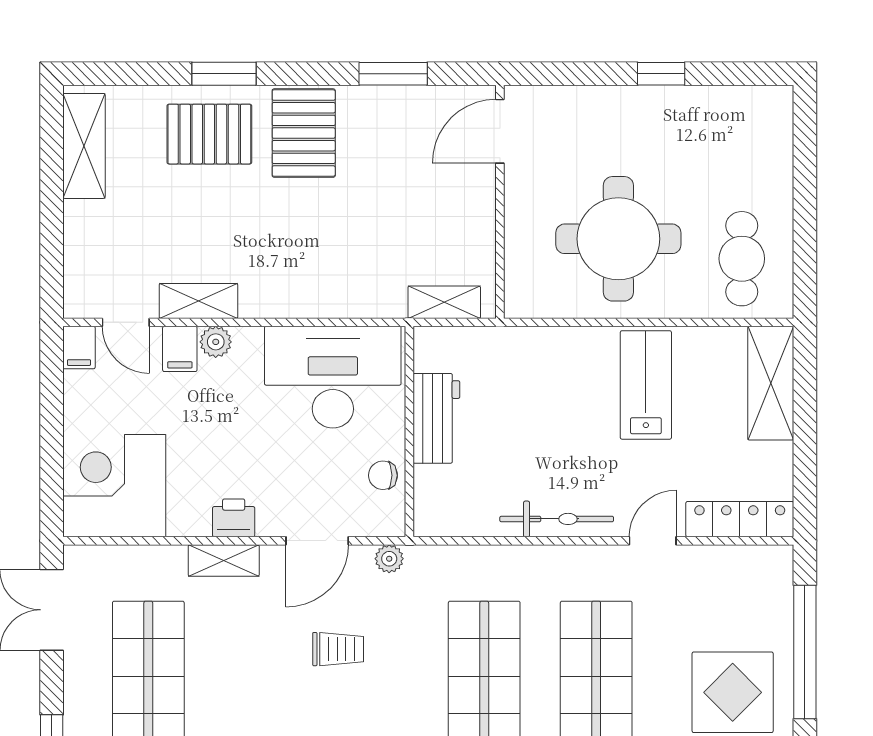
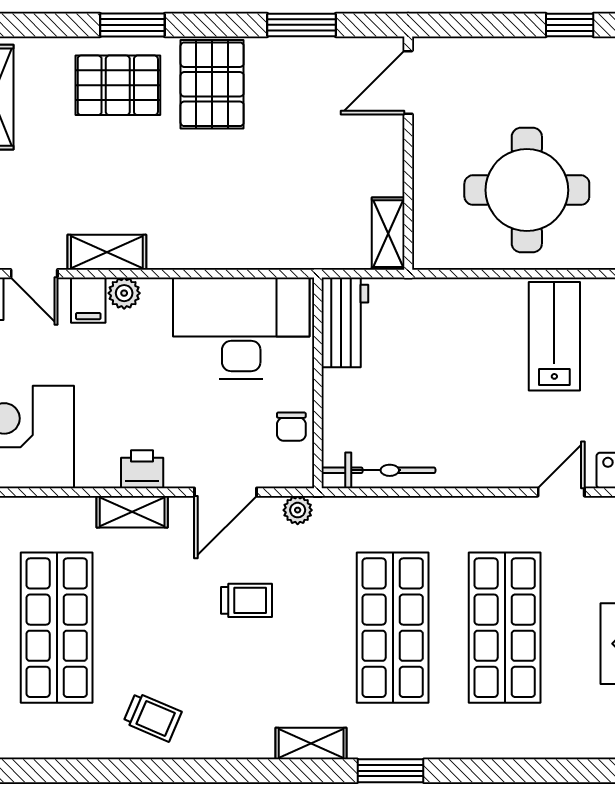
shelving: (444, 302) -> (388, 234), moved, turned 90
workbench: (436, 418) -> (345, 322), moved
chair: (383, 475) -> (291, 427), turned -90
bicycle: (557, 519) -> (378, 470), moved

